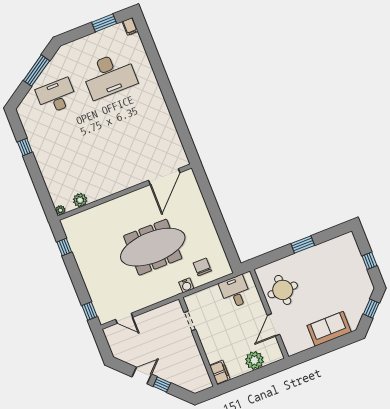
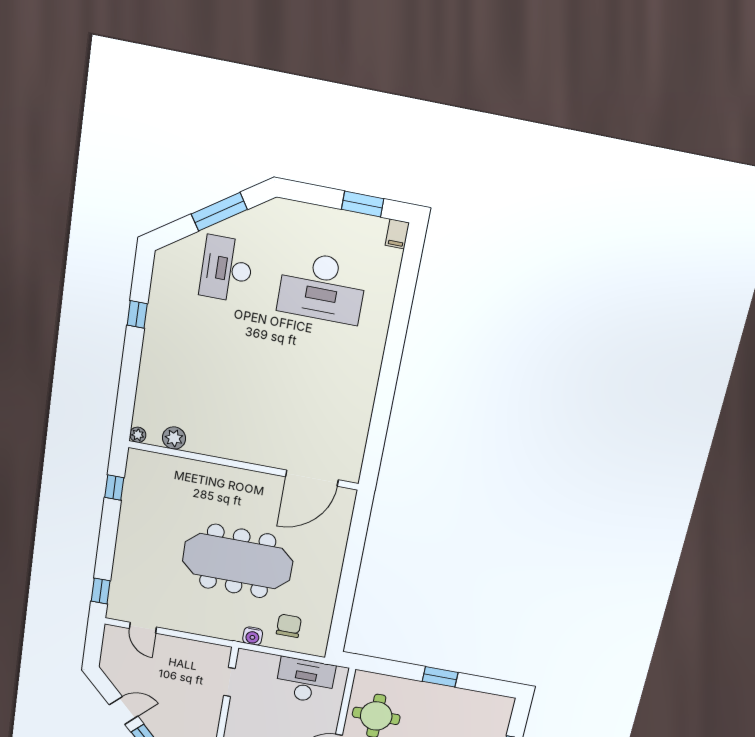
desk: (56, 96) -> (227, 269), turned -90
desk: (235, 292) -> (305, 680), width x1.37

